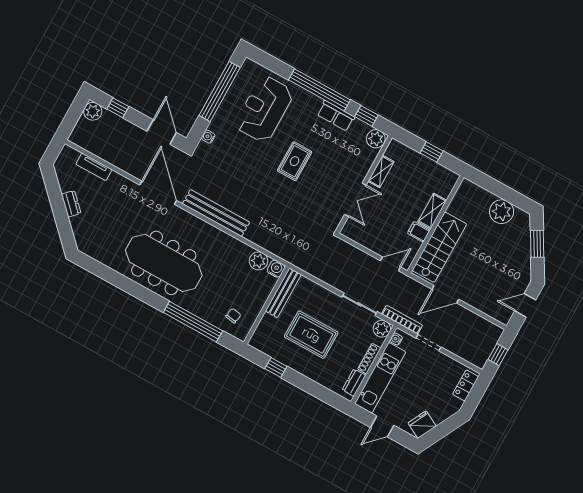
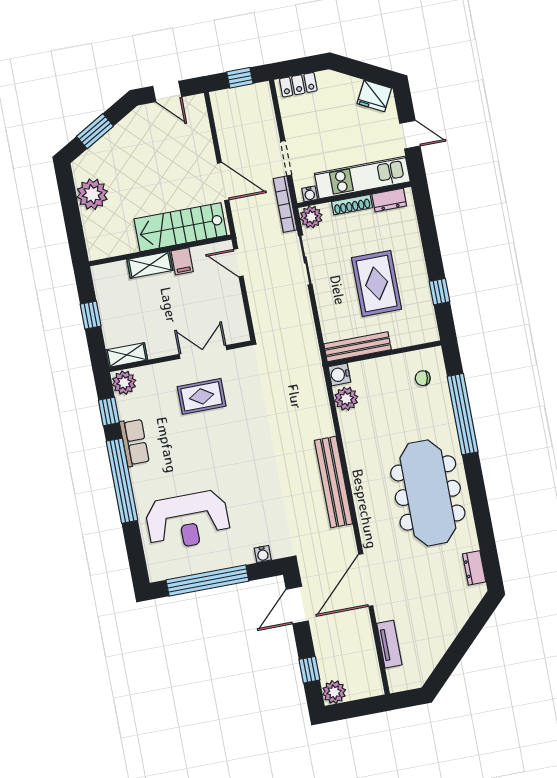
rug: (295, 161) -> (202, 396), moved
shelving: (381, 171) -> (127, 355), moved
door: (158, 193) -> (366, 580), moved
dresser: (71, 204) -> (474, 568), moved, turned -45

